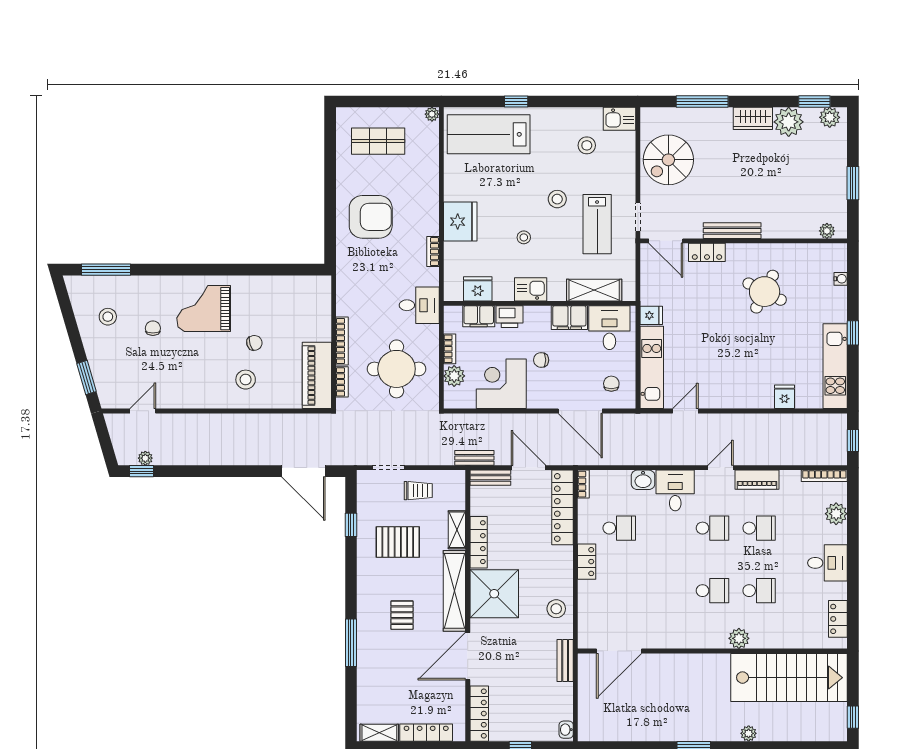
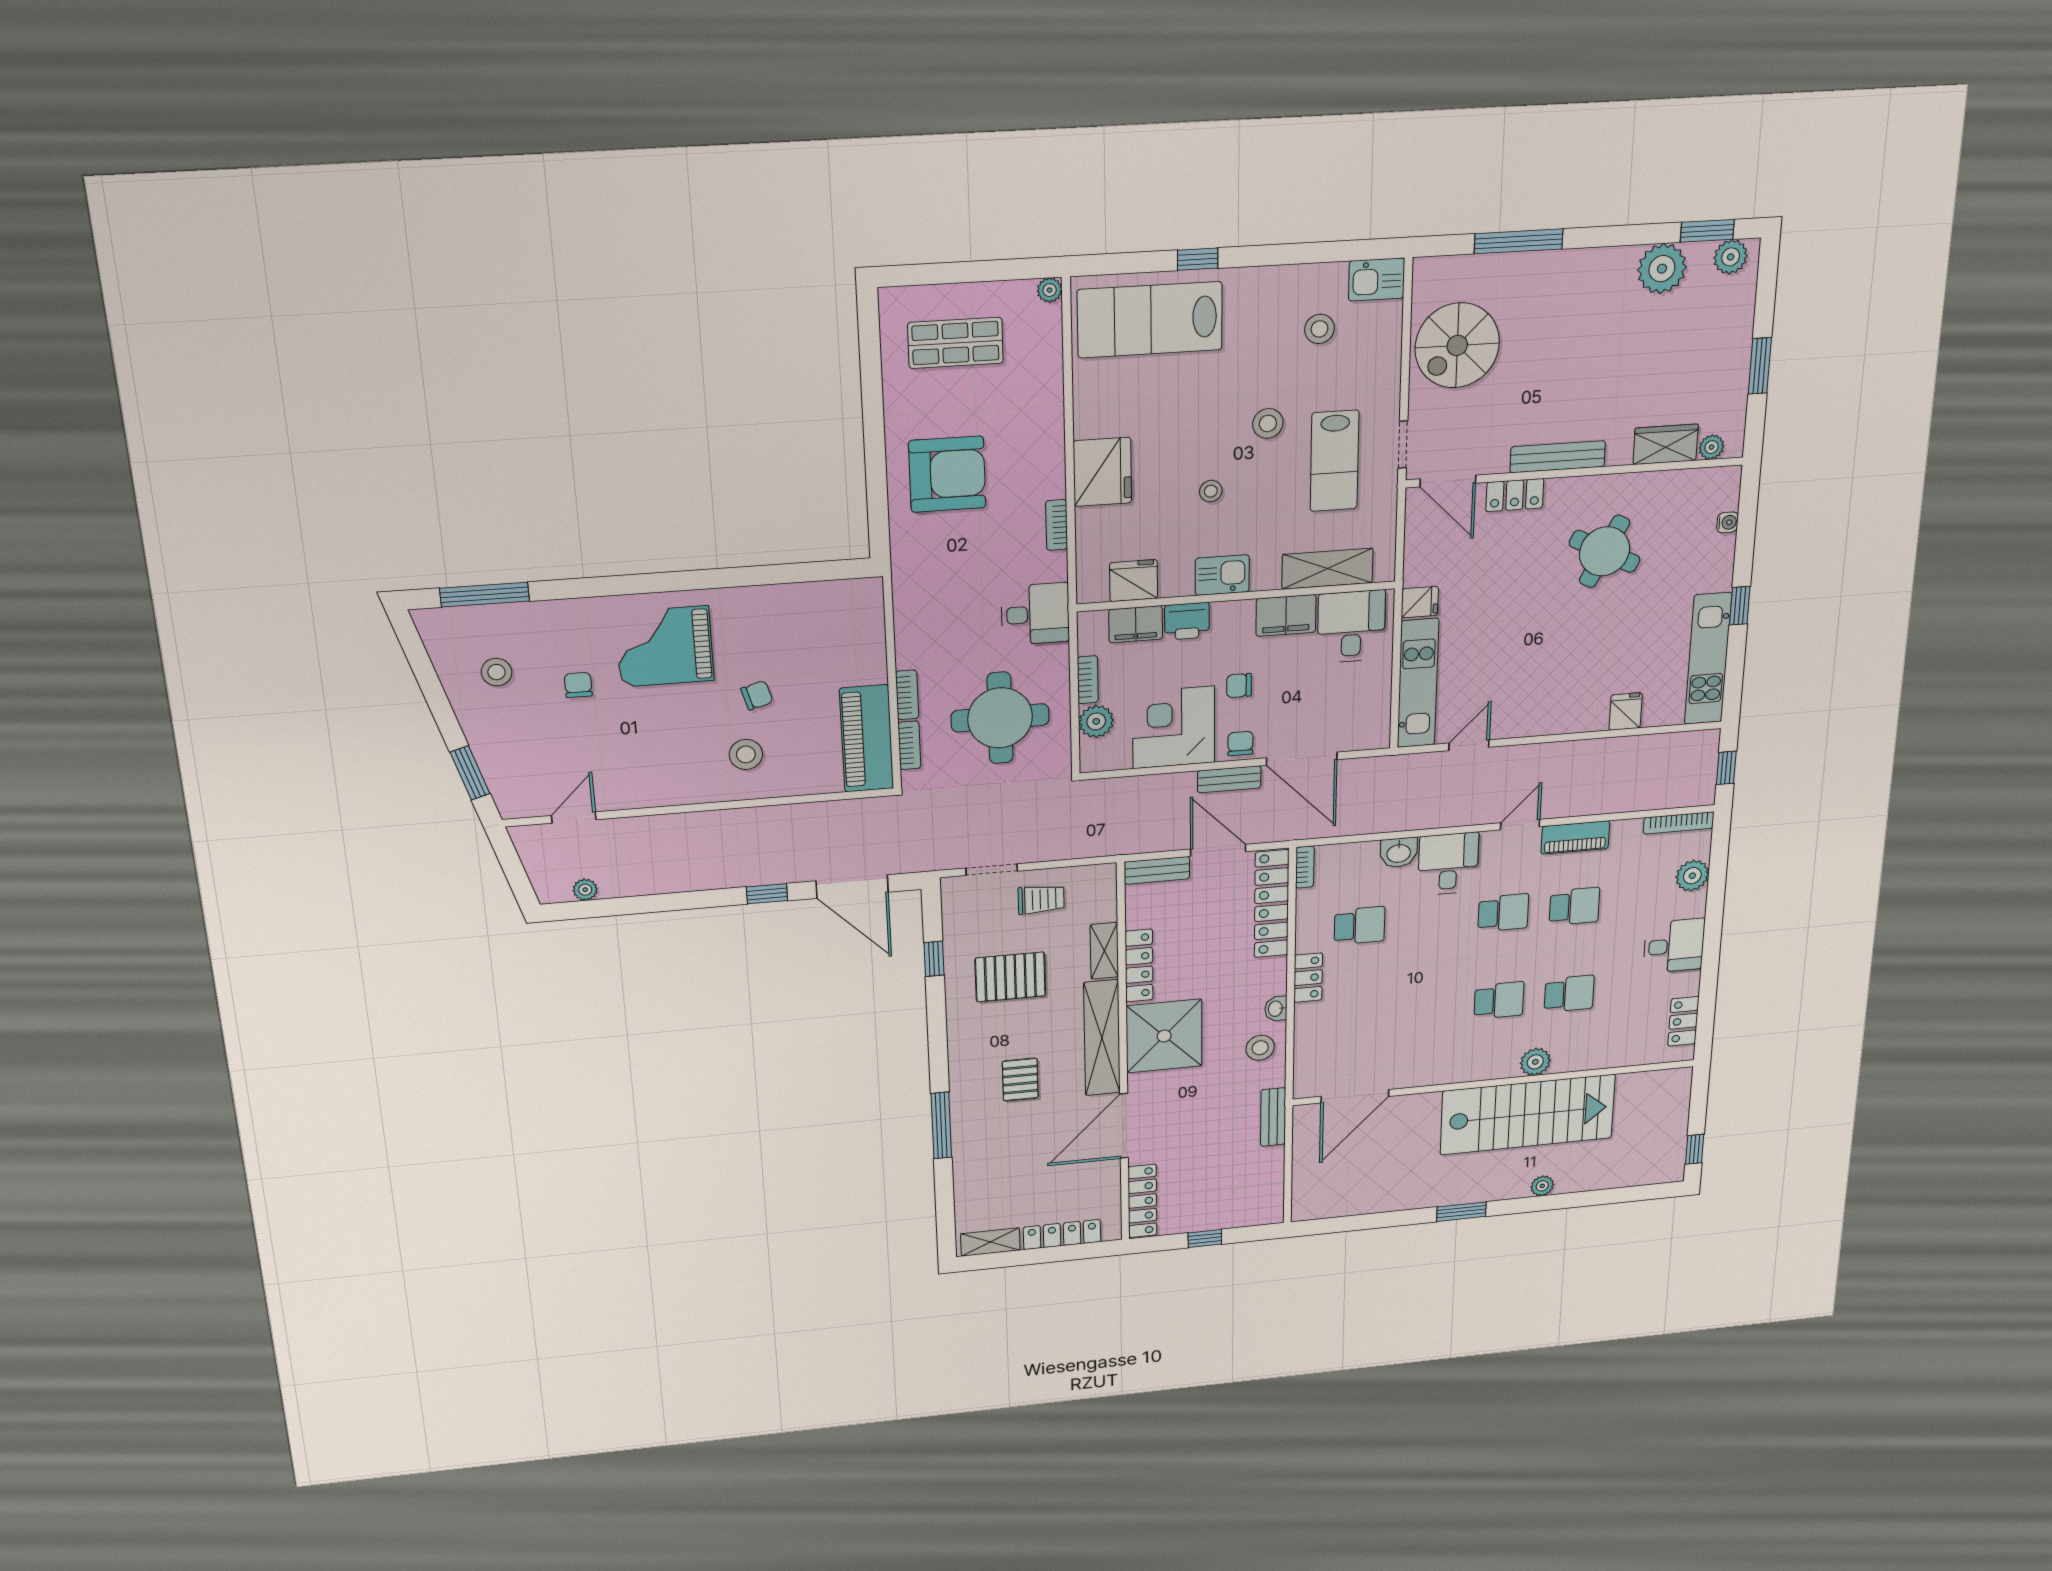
wardrobe: (753, 118) -> (1666, 444), moved, turned 180
bookcase: (342, 341) -> (907, 695), width x0.64
chair: (611, 384) -> (1240, 743), moved
bench: (474, 458) -> (1229, 779), moved
window: (142, 471) -> (767, 894), moved
stairs: (789, 678) -> (1528, 1115), moved
washbasin: (566, 730) -> (1276, 1009), moved

